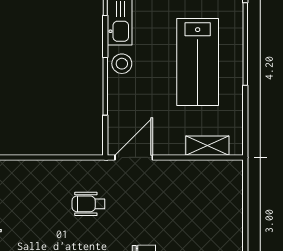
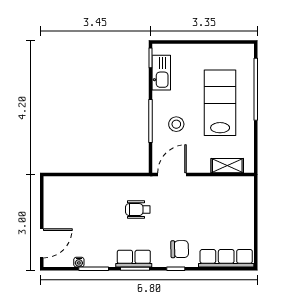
lab bench: (198, 62) -> (220, 103), turned 180
stool: (122, 64) -> (176, 124), moved

